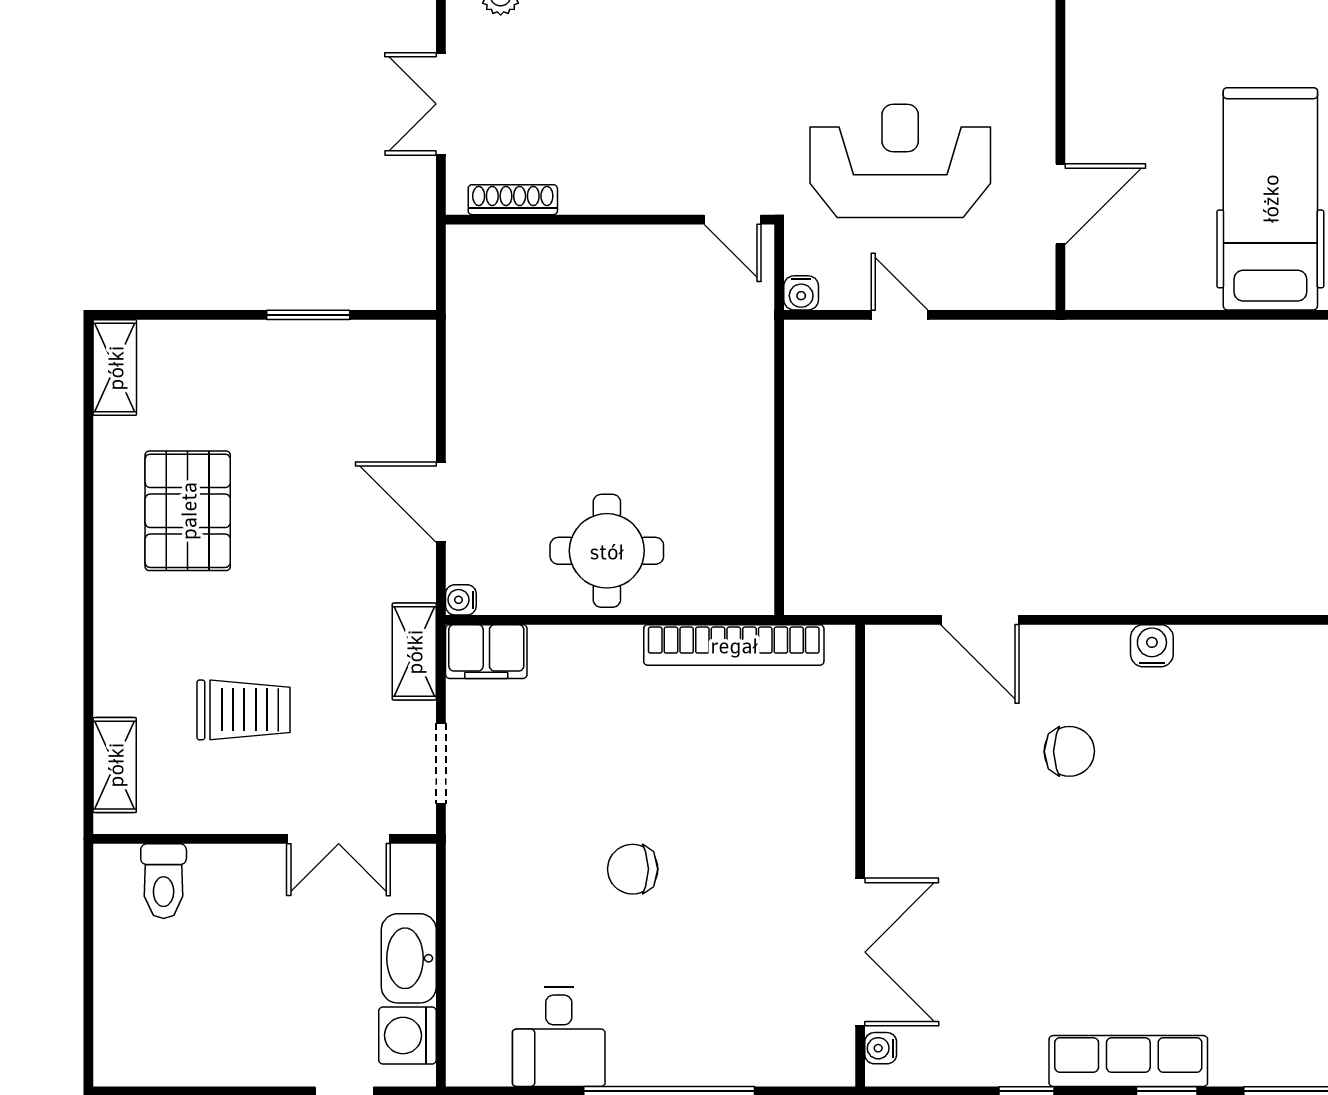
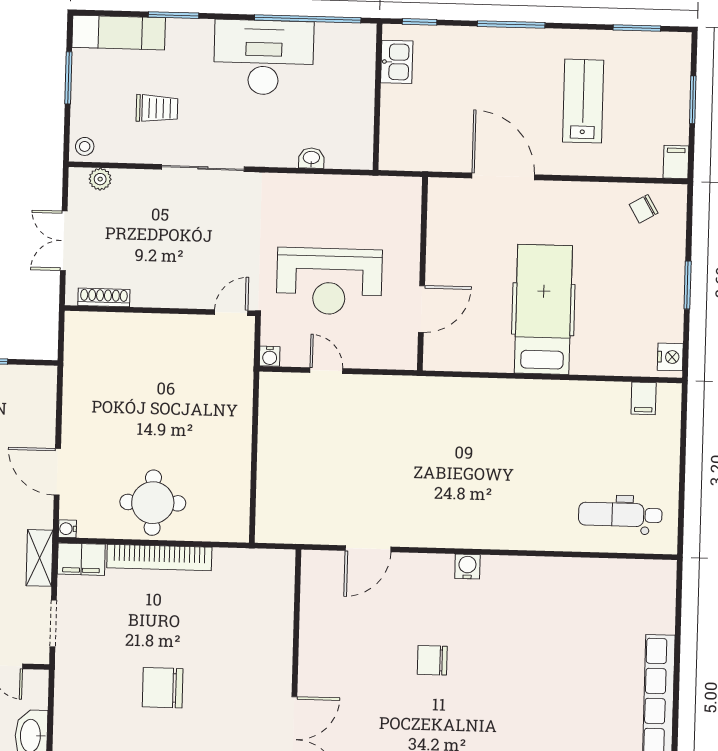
reception desk: (900, 161) -> (329, 281), turned 180
door: (733, 220) -> (231, 313), swing flipped
door: (980, 620) -> (368, 549), hinge flipped
bookcase: (734, 645) -> (159, 557), moved
chair: (1069, 751) -> (432, 660), moved, turned 180
chair: (633, 869) -> (163, 688), width x1.37, depth x1.37

